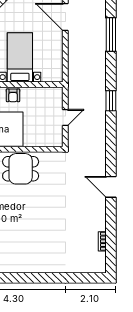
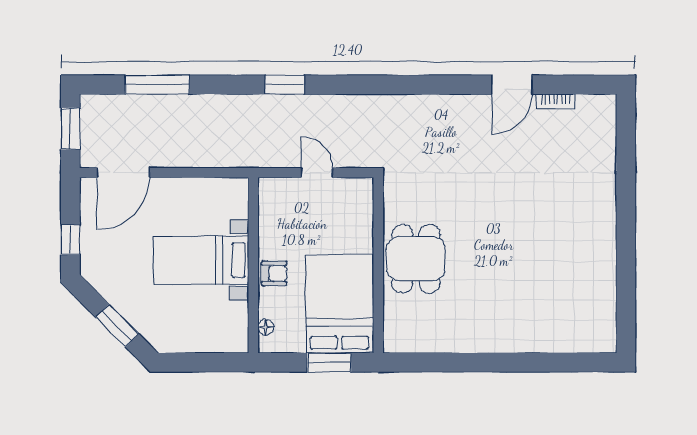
door: (111, 187) -> (512, 85), moved

